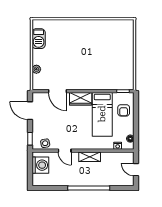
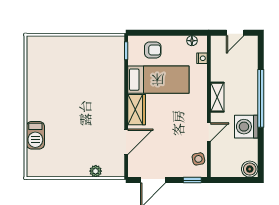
barbecue: (39, 39) -> (35, 135), moved, turned 90
washing machine: (40, 165) -> (246, 127), moved, turned -90
boiler: (38, 180) -> (250, 169), added

